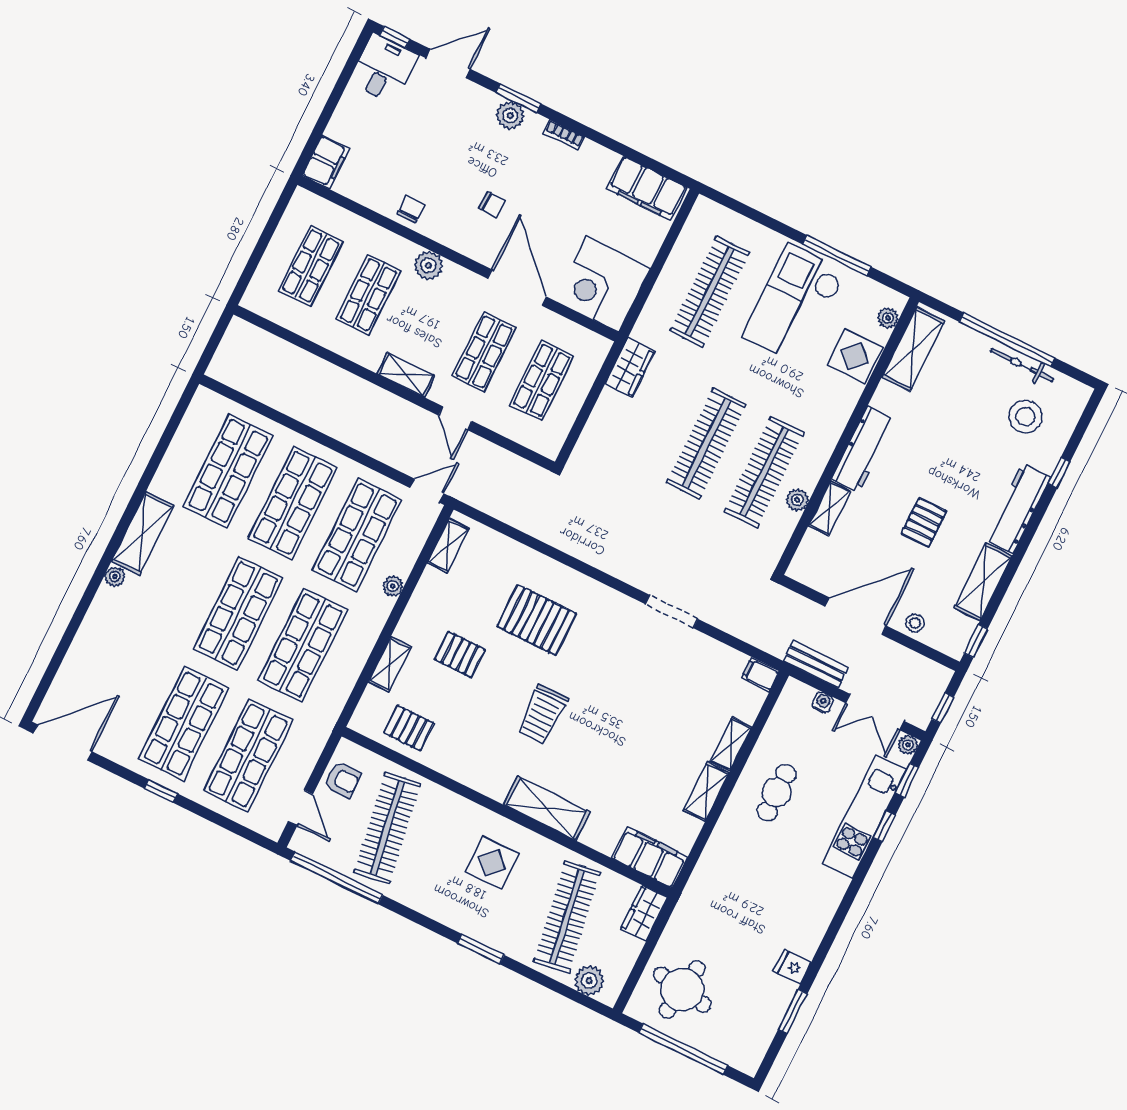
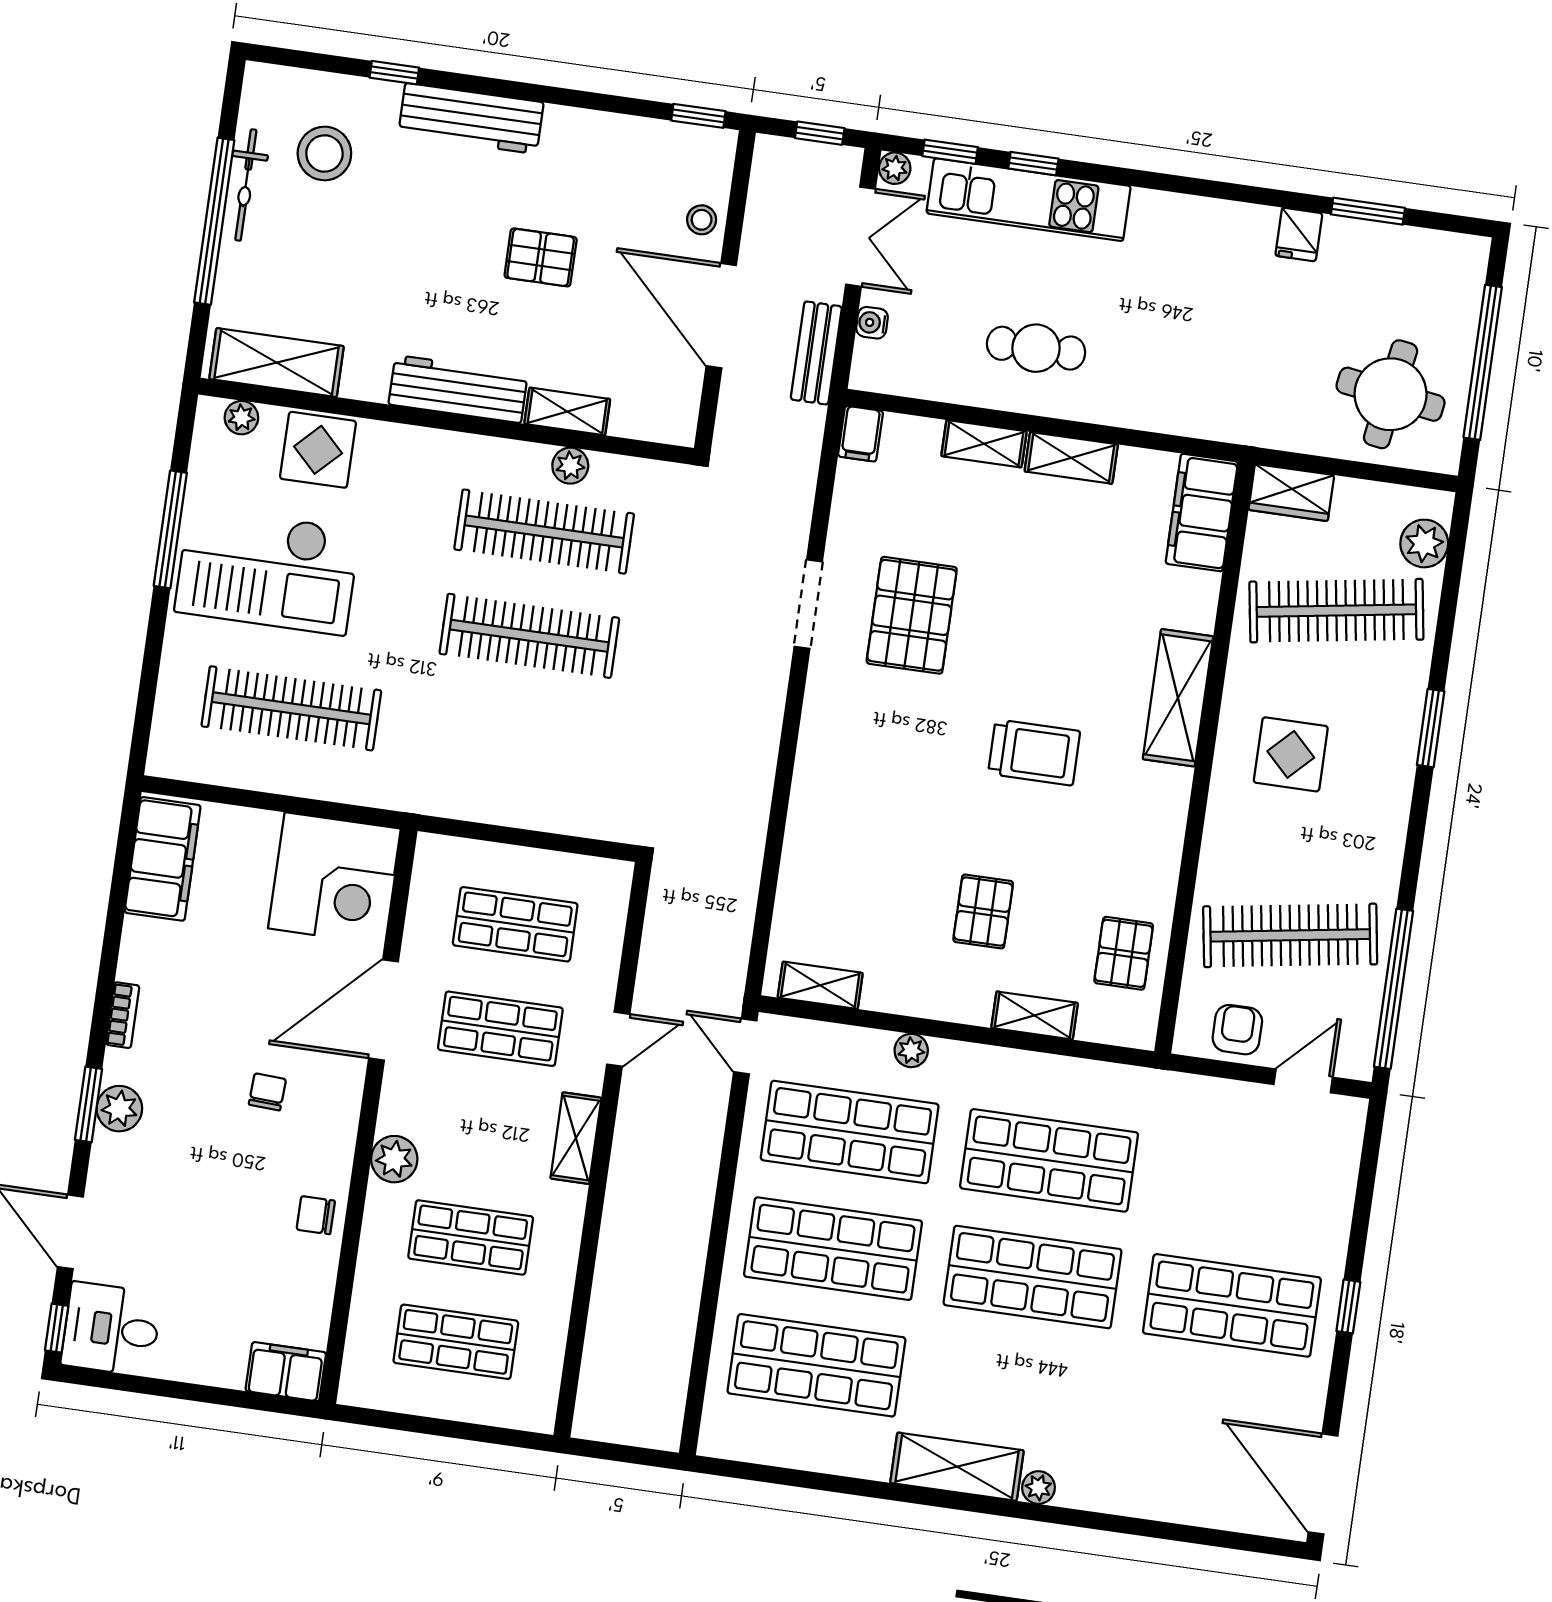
wardrobe: (630, 368) -> (450, 794), removed
shelving: (983, 582) -> (603, 135), removed
pallet: (537, 620) -> (912, 615), moved
shop shelf: (248, 756) -> (1249, 1189), removed

